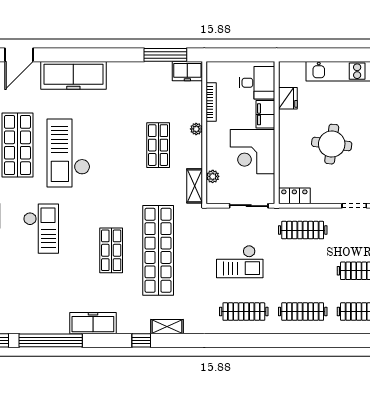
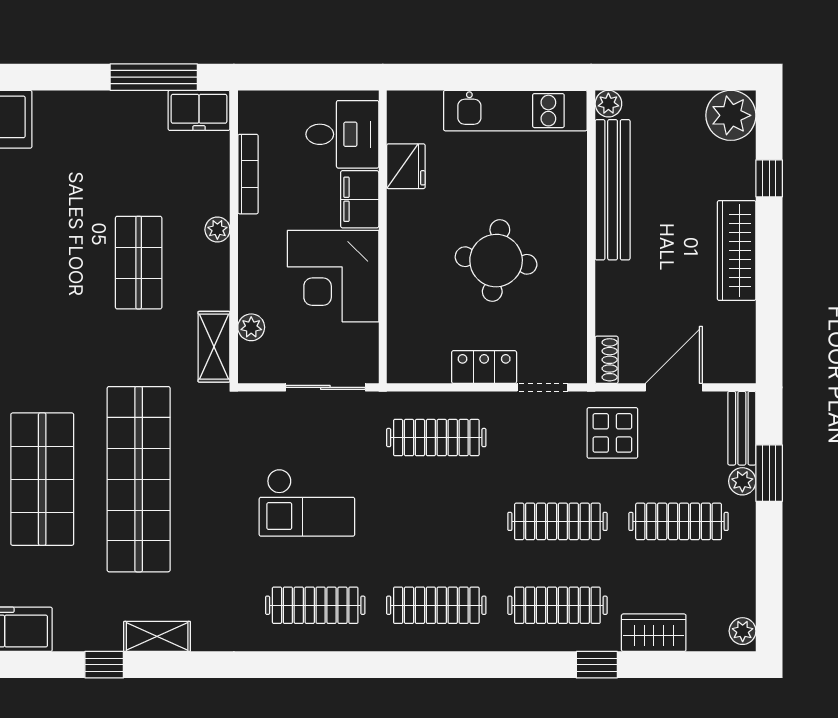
locker: (294, 196) -> (484, 367), moved
shop shelf: (111, 250) -> (42, 479), width x1.43, depth x1.36

